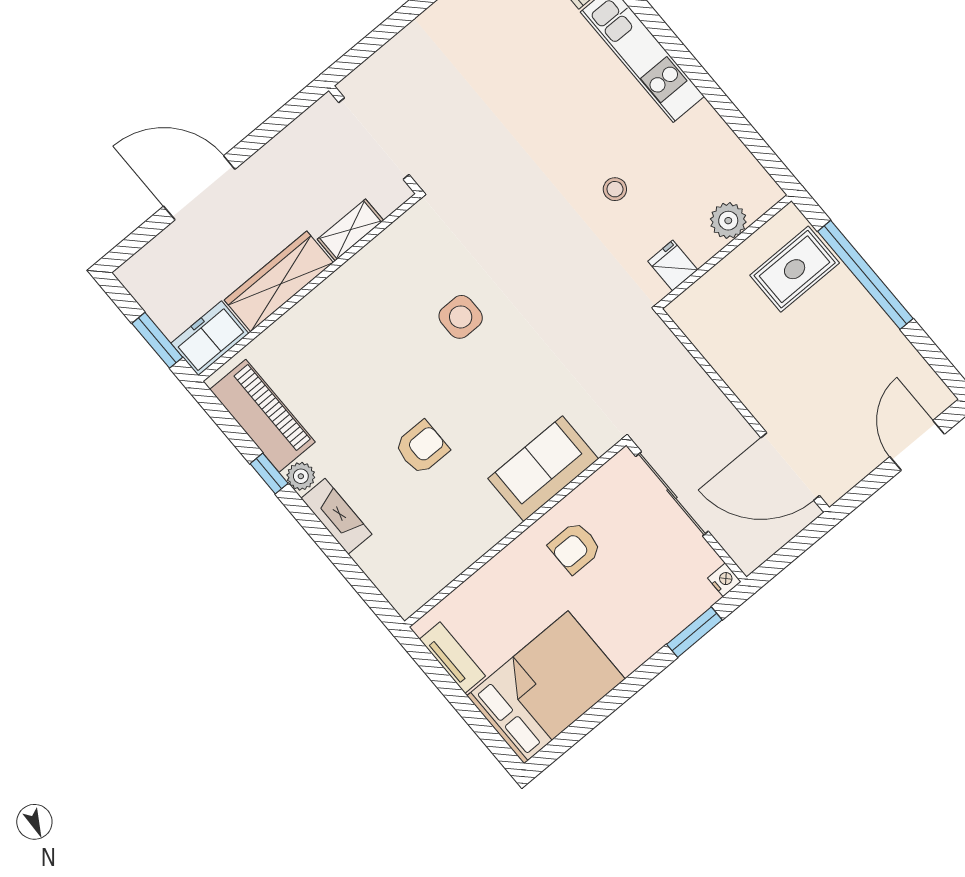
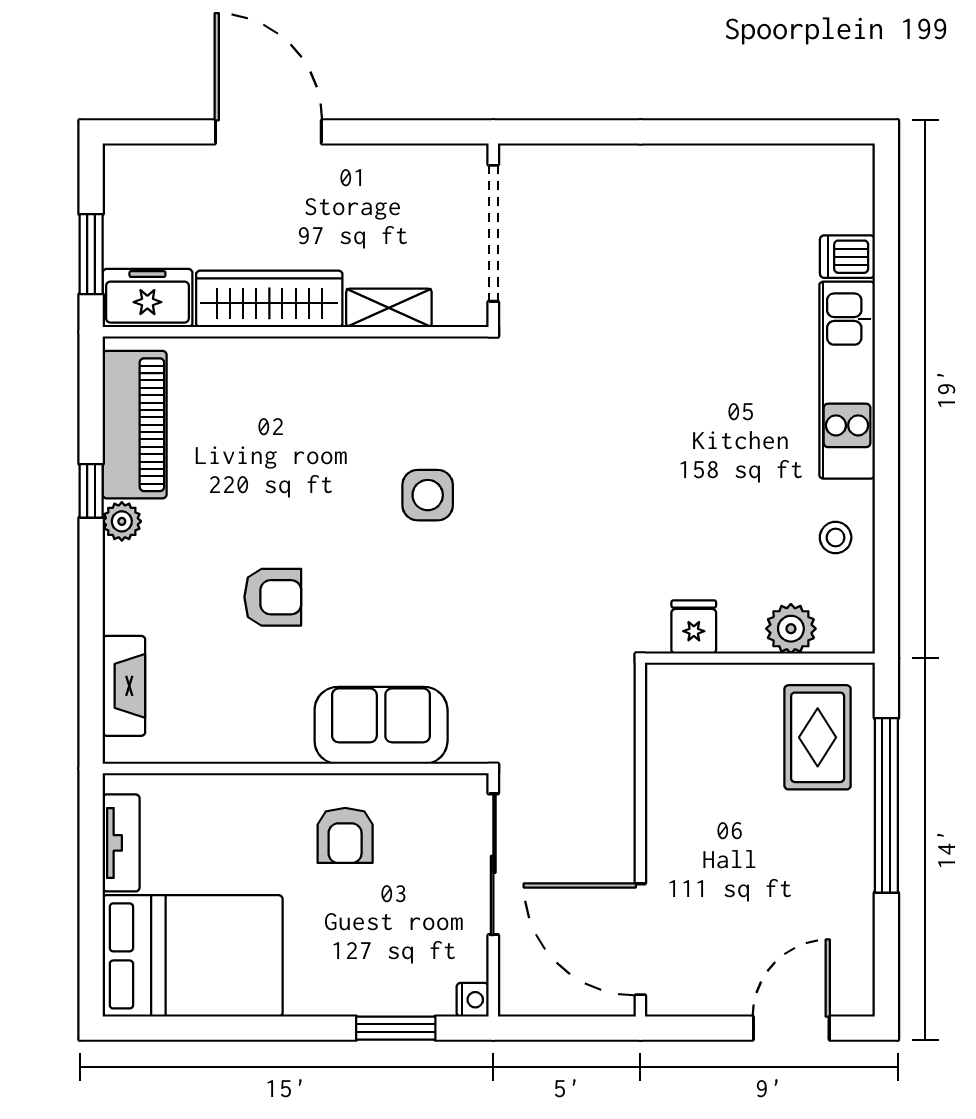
stool: (615, 189) -> (836, 538), moved
rug: (795, 269) -> (818, 737), turned 90
fireplace: (336, 516) -> (124, 686), moved
armchair: (575, 548) -> (345, 835), turned -90

